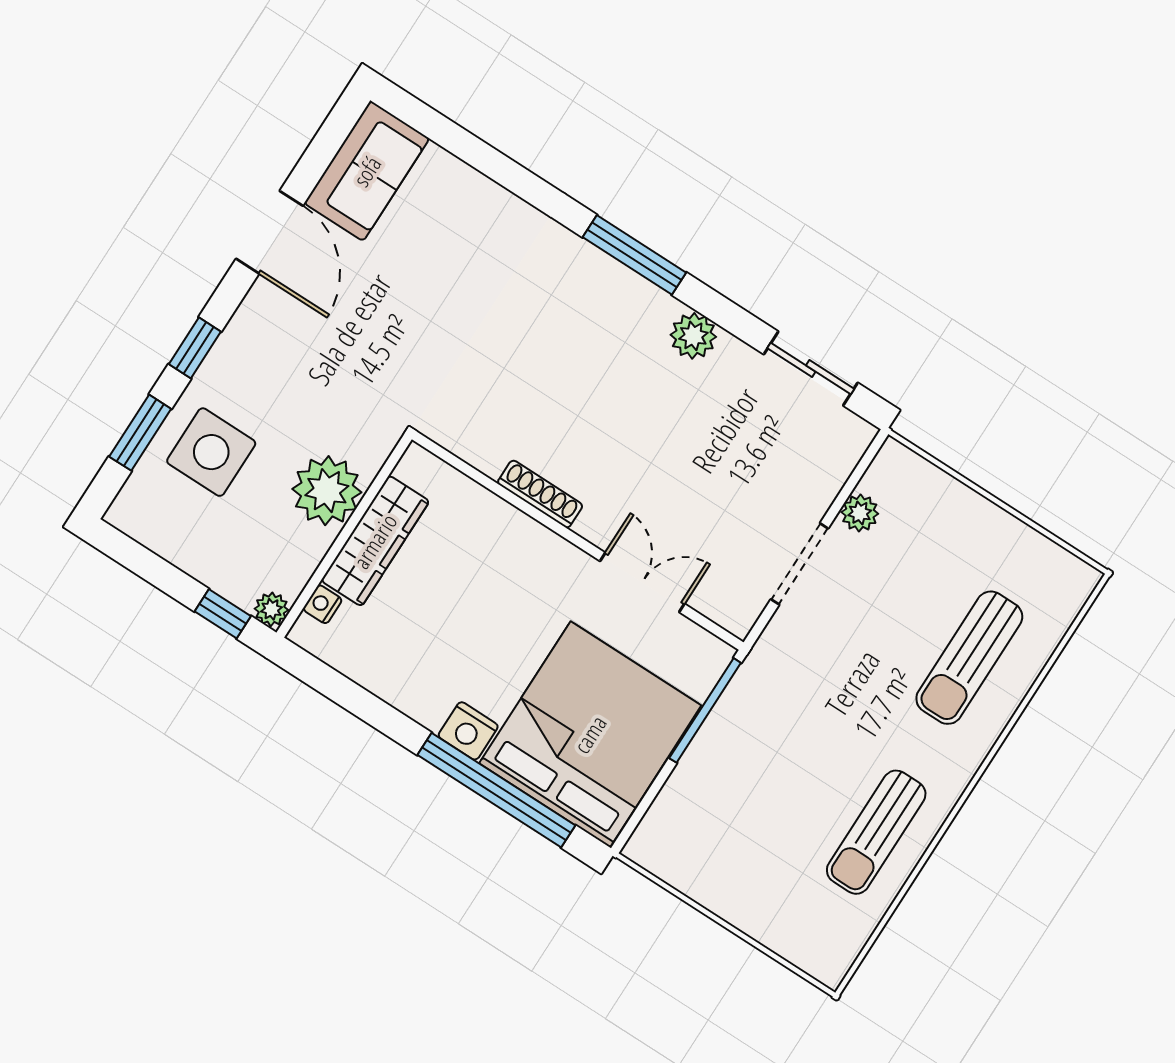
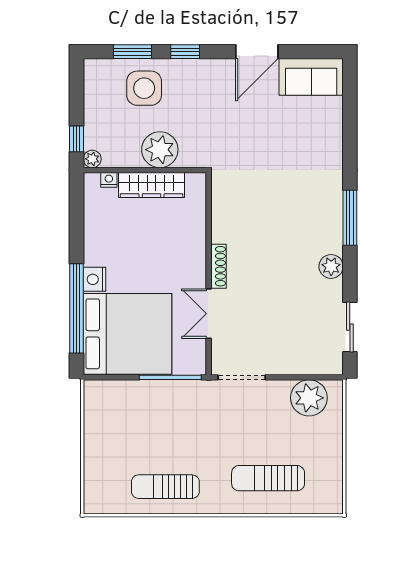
shoe rack: (540, 494) -> (219, 266), moved
plant: (860, 513) -> (309, 398), width x1.88, depth x1.88
doorway: (800, 564) -> (242, 377), moved
double door: (642, 582) -> (209, 314), swing flipped

